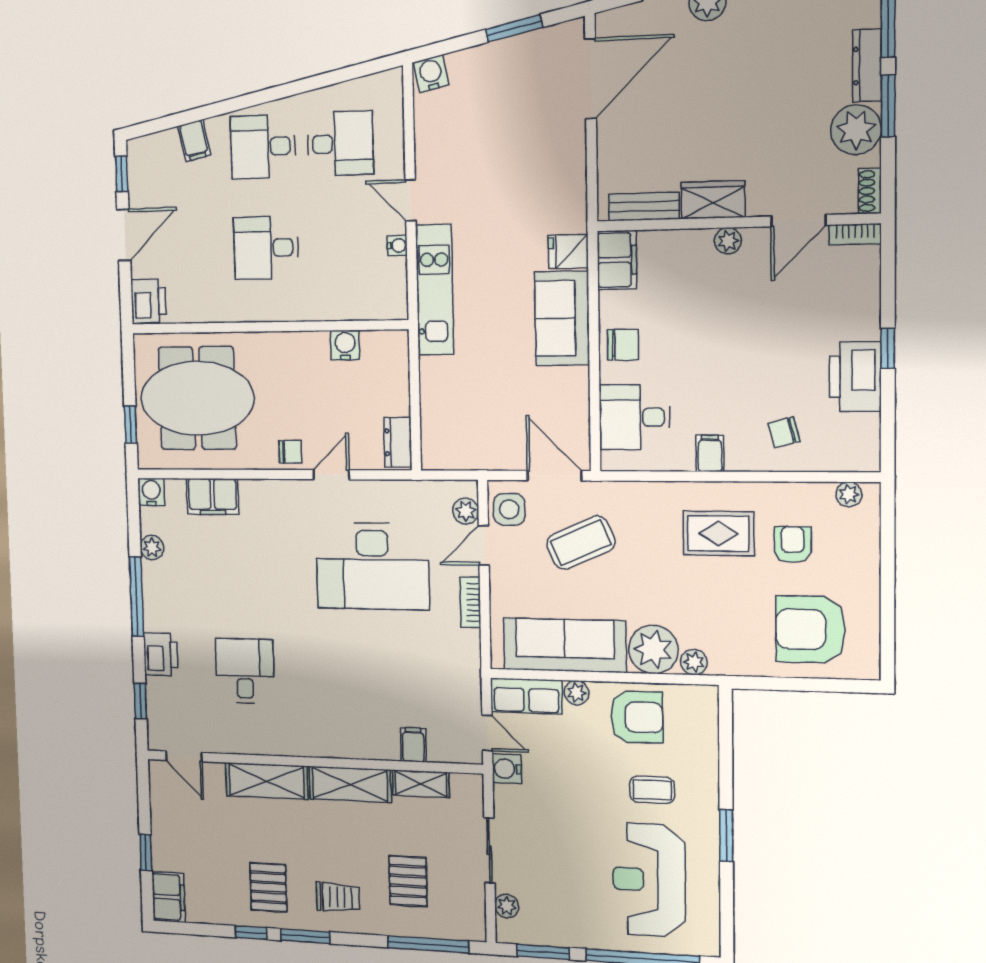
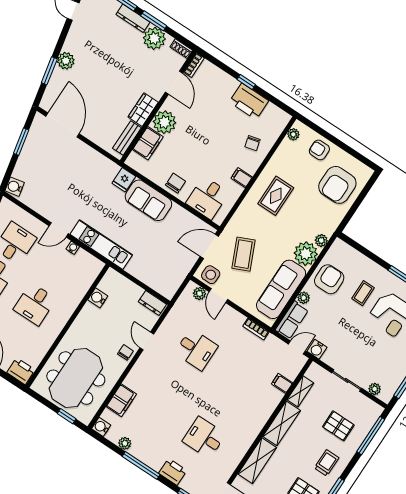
plant: (728, 241) -> (165, 122), width x1.87, depth x1.87
filing cabinet: (617, 260) -> (148, 143), moved, turned 90
armchair: (793, 545) -> (319, 150), moved
desk: (372, 566) -> (196, 350), width x0.53, depth x0.77
bookcase: (470, 602) -> (256, 329), moved

